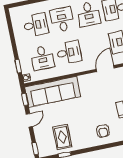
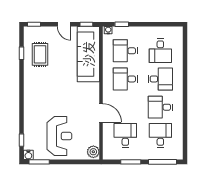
desk: (69, 52) -> (125, 79), turned 90
armchair: (103, 131) -> (38, 97), removed
rug: (62, 137) -> (40, 54), turned 90

